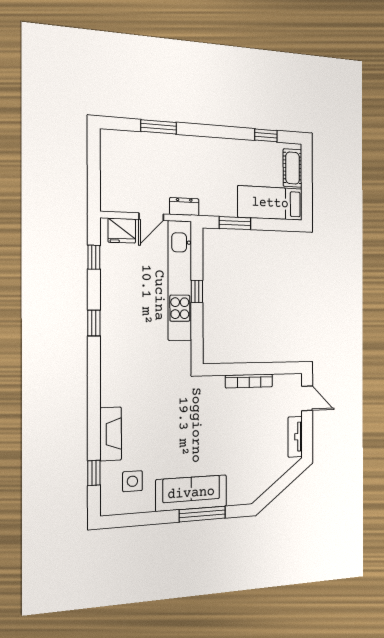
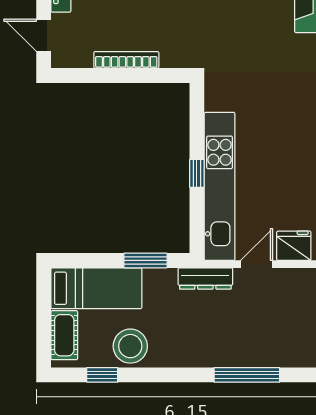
window: (159, 127) -> (247, 375), width x1.44
stool: (246, 156) -> (130, 346), added
dresser: (184, 207) -> (205, 278), width x1.44

